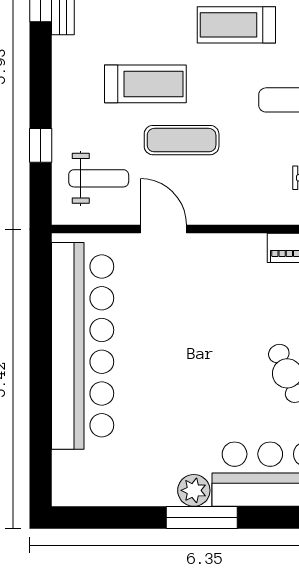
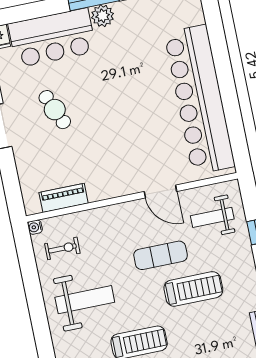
treadmill: (145, 84) -> (193, 289), turned 180

